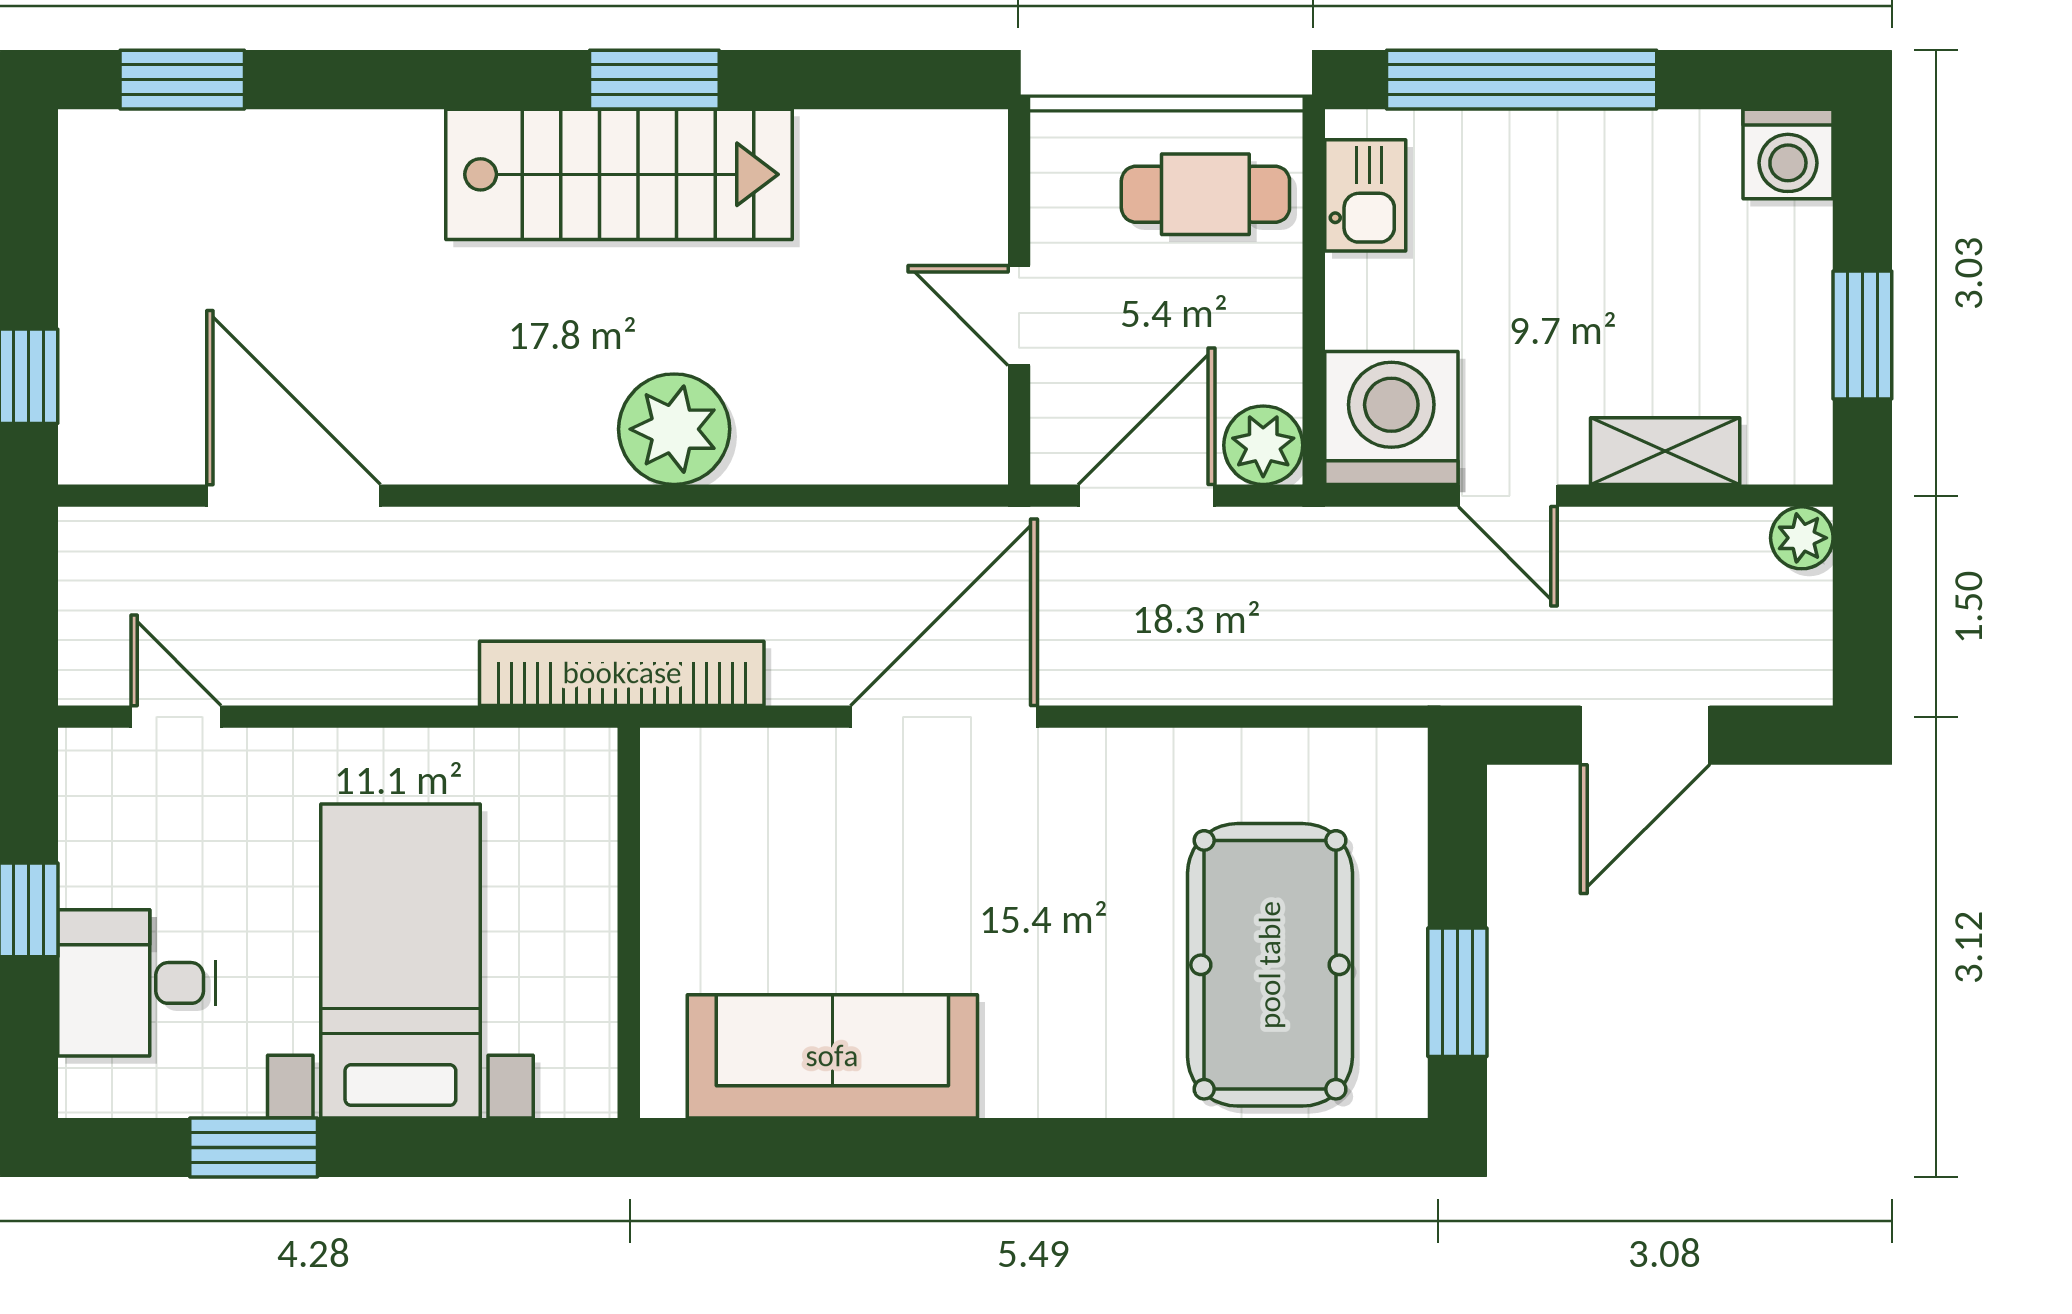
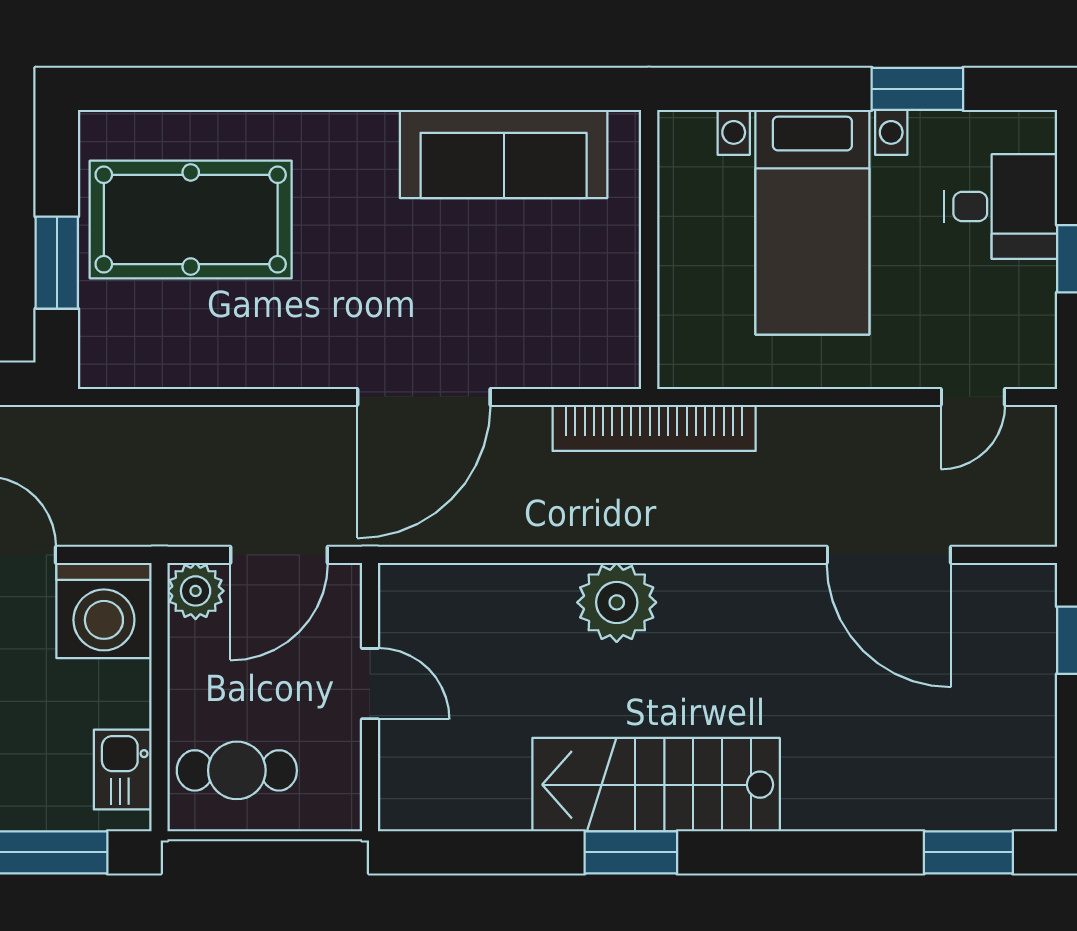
door: (176, 717) -> (973, 397), hinge flipped
pool table: (1270, 965) -> (191, 219), turned 90
window: (1457, 992) -> (57, 263), moved

